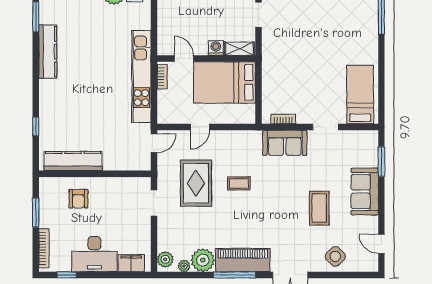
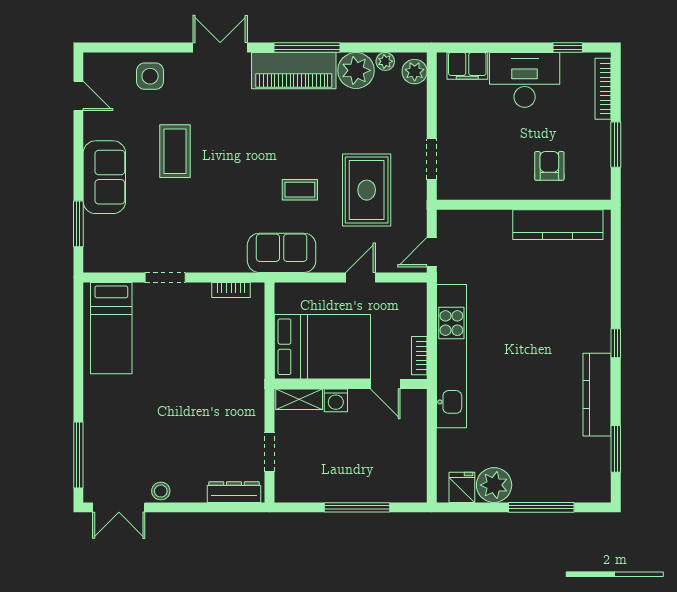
window: (36, 126) -> (616, 343), moved
sofa: (285, 143) -> (282, 253), moved
side table: (335, 256) -> (150, 76), turned 45

